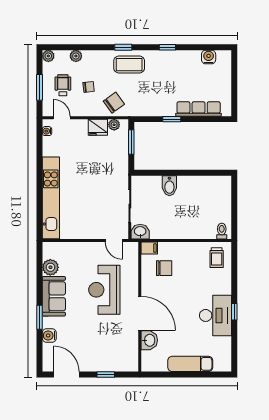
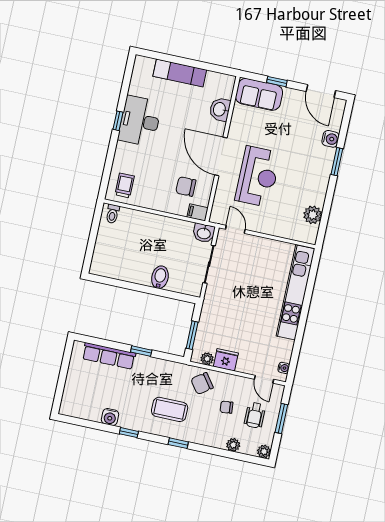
water cooler: (209, 57) -> (110, 417), moved
coffee table: (129, 65) -> (170, 409), moved
sofa: (54, 296) -> (259, 94), moved, turned -90
door: (140, 313) -> (221, 156), moved

